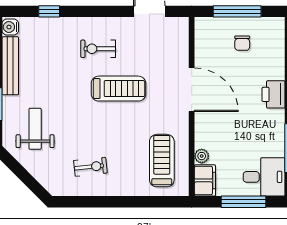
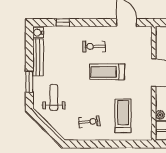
treadmill: (118, 89) -> (107, 72), turned 180
treadmill: (162, 161) -> (123, 116), moved

